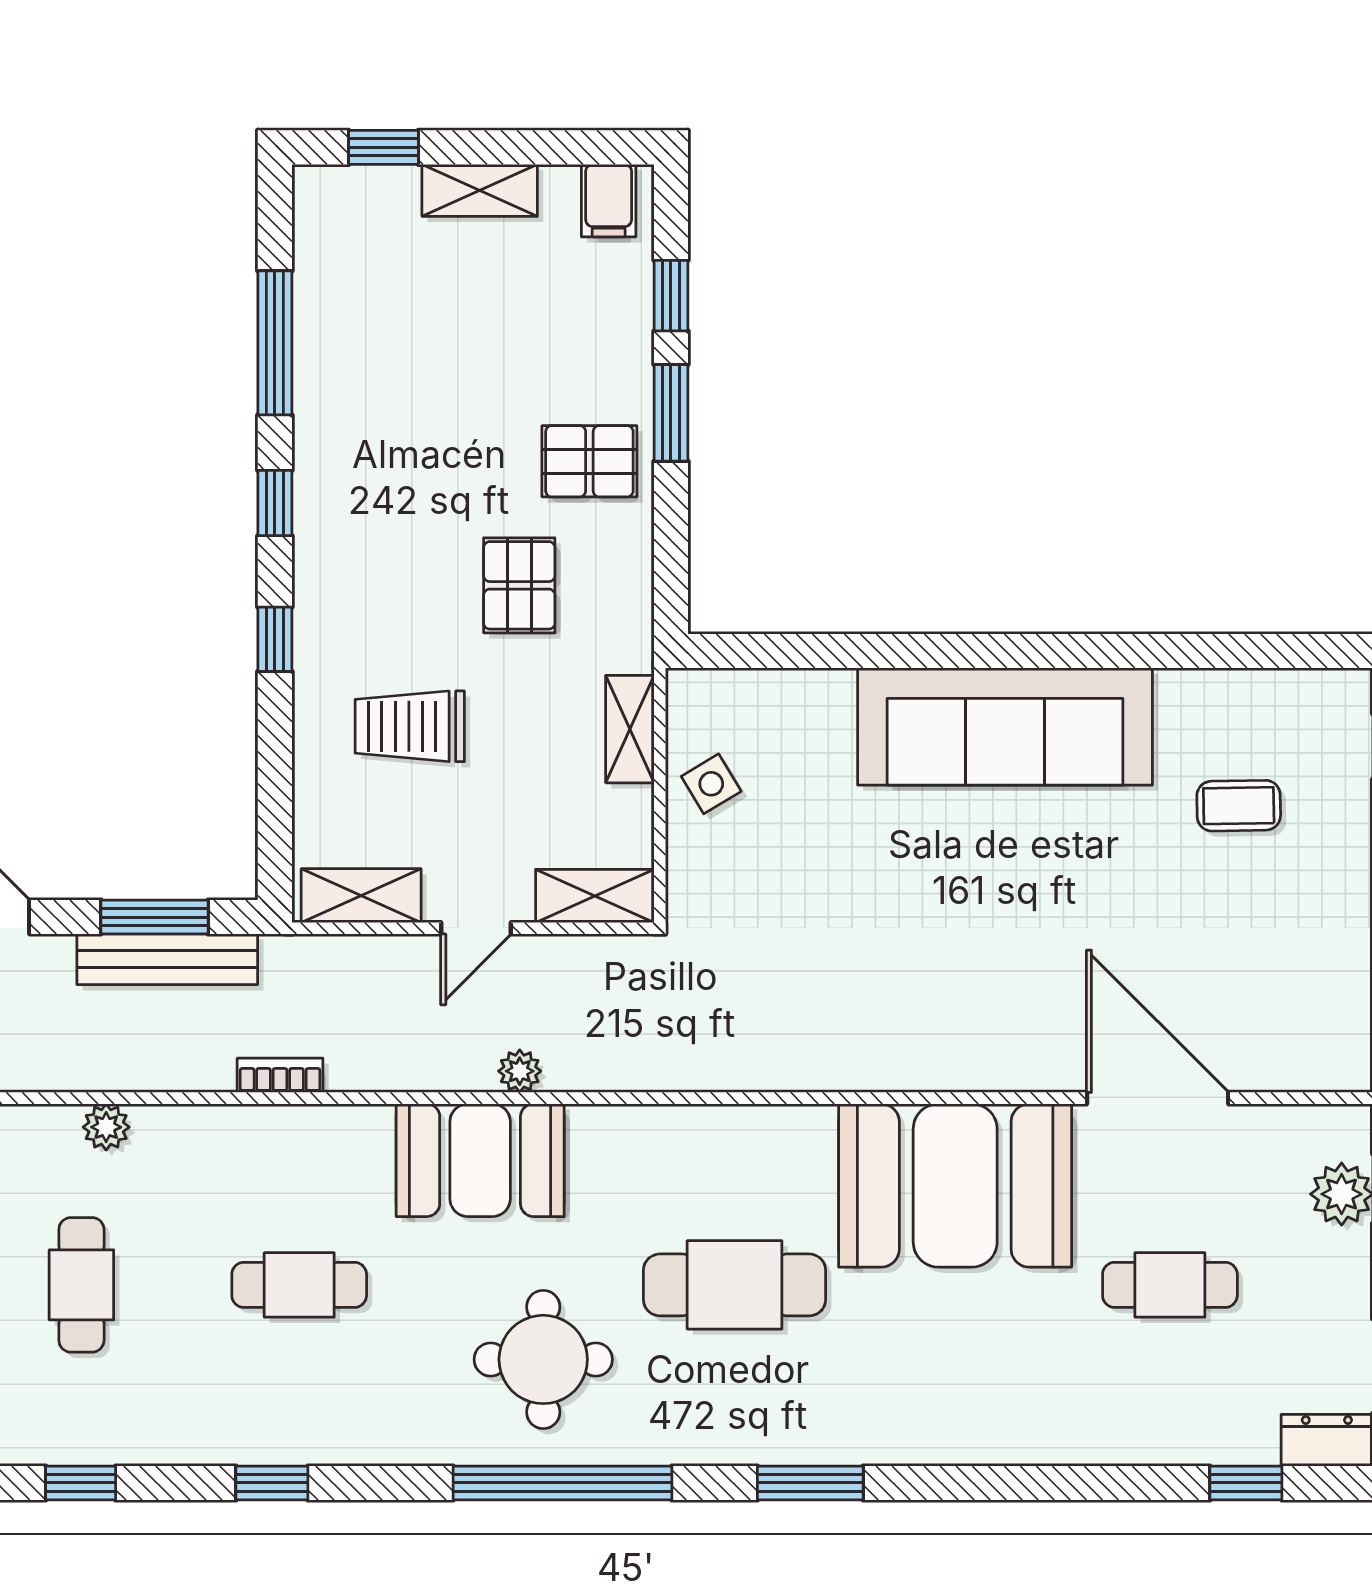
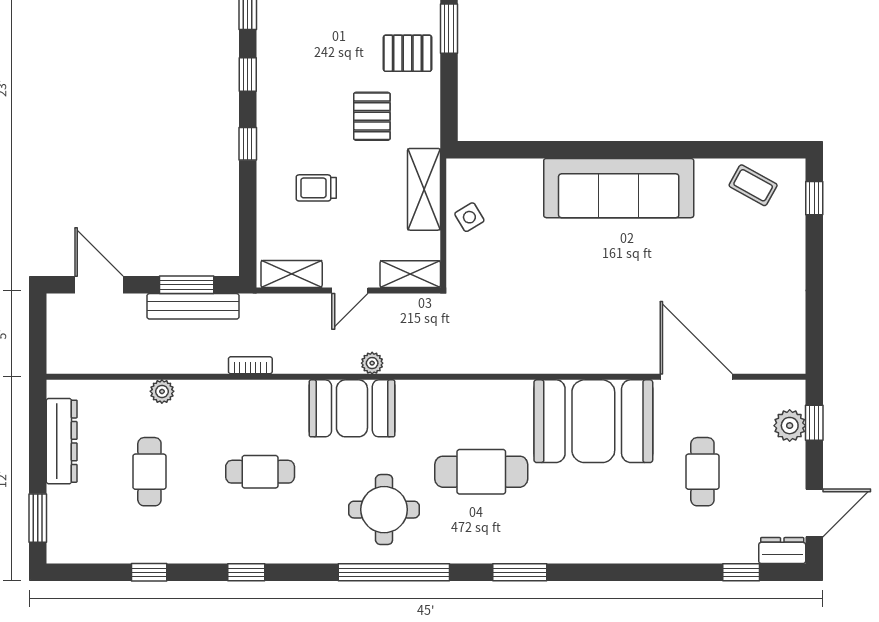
trolley: (410, 726) -> (316, 188), width x0.73, depth x0.72
shelving: (630, 729) -> (424, 189), width x1.50, depth x1.33
coffee table: (1239, 806) -> (753, 185), moved, turned 30
cafe table: (1170, 1285) -> (702, 472), turned 90

